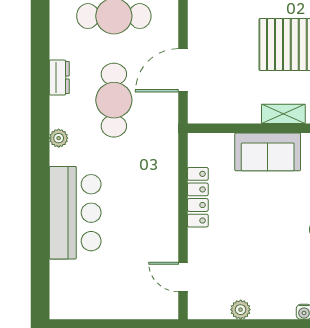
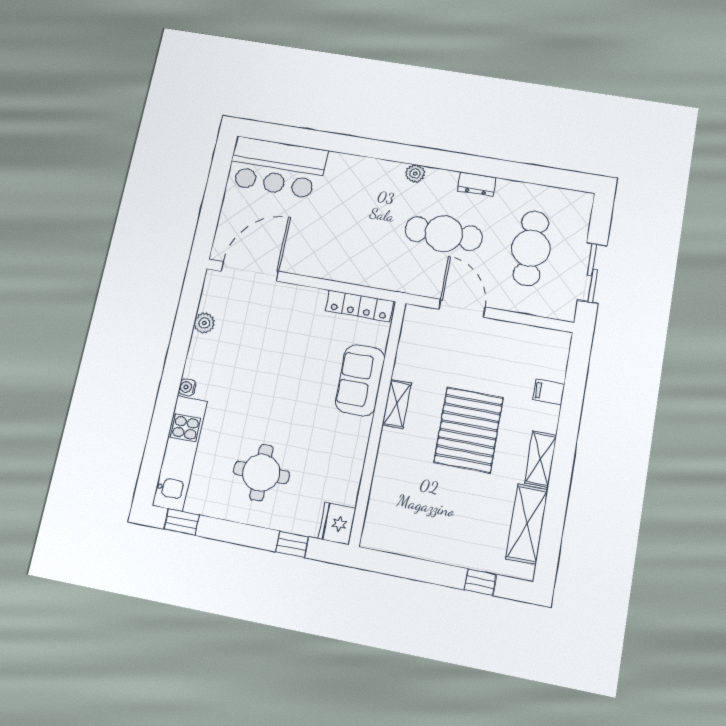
locker: (198, 197) -> (359, 306), moved
bar counter: (75, 213) -> (277, 167), moved
door: (183, 277) -> (250, 271), width x1.88

